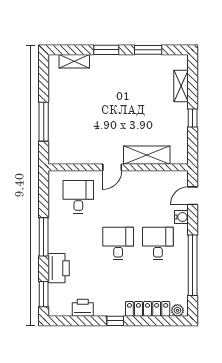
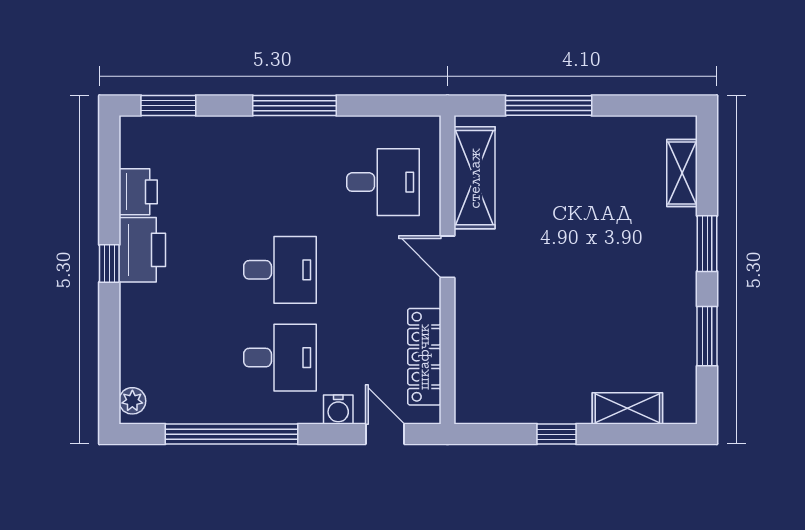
shelving: (147, 155) -> (475, 178), moved
printer: (59, 268) -> (142, 250), moved, turned -90
locker: (148, 309) -> (424, 357), moved, turned 180

